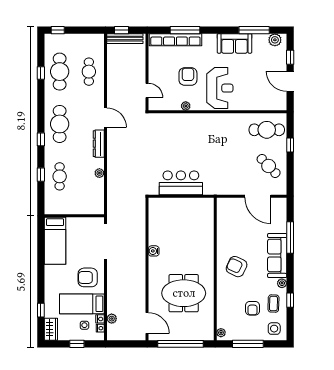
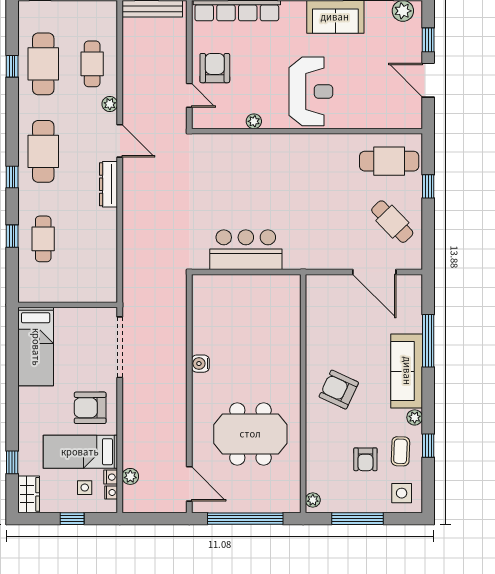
armchair: (188, 77) -> (215, 68), moved
plant: (99, 173) -> (110, 104), moved

